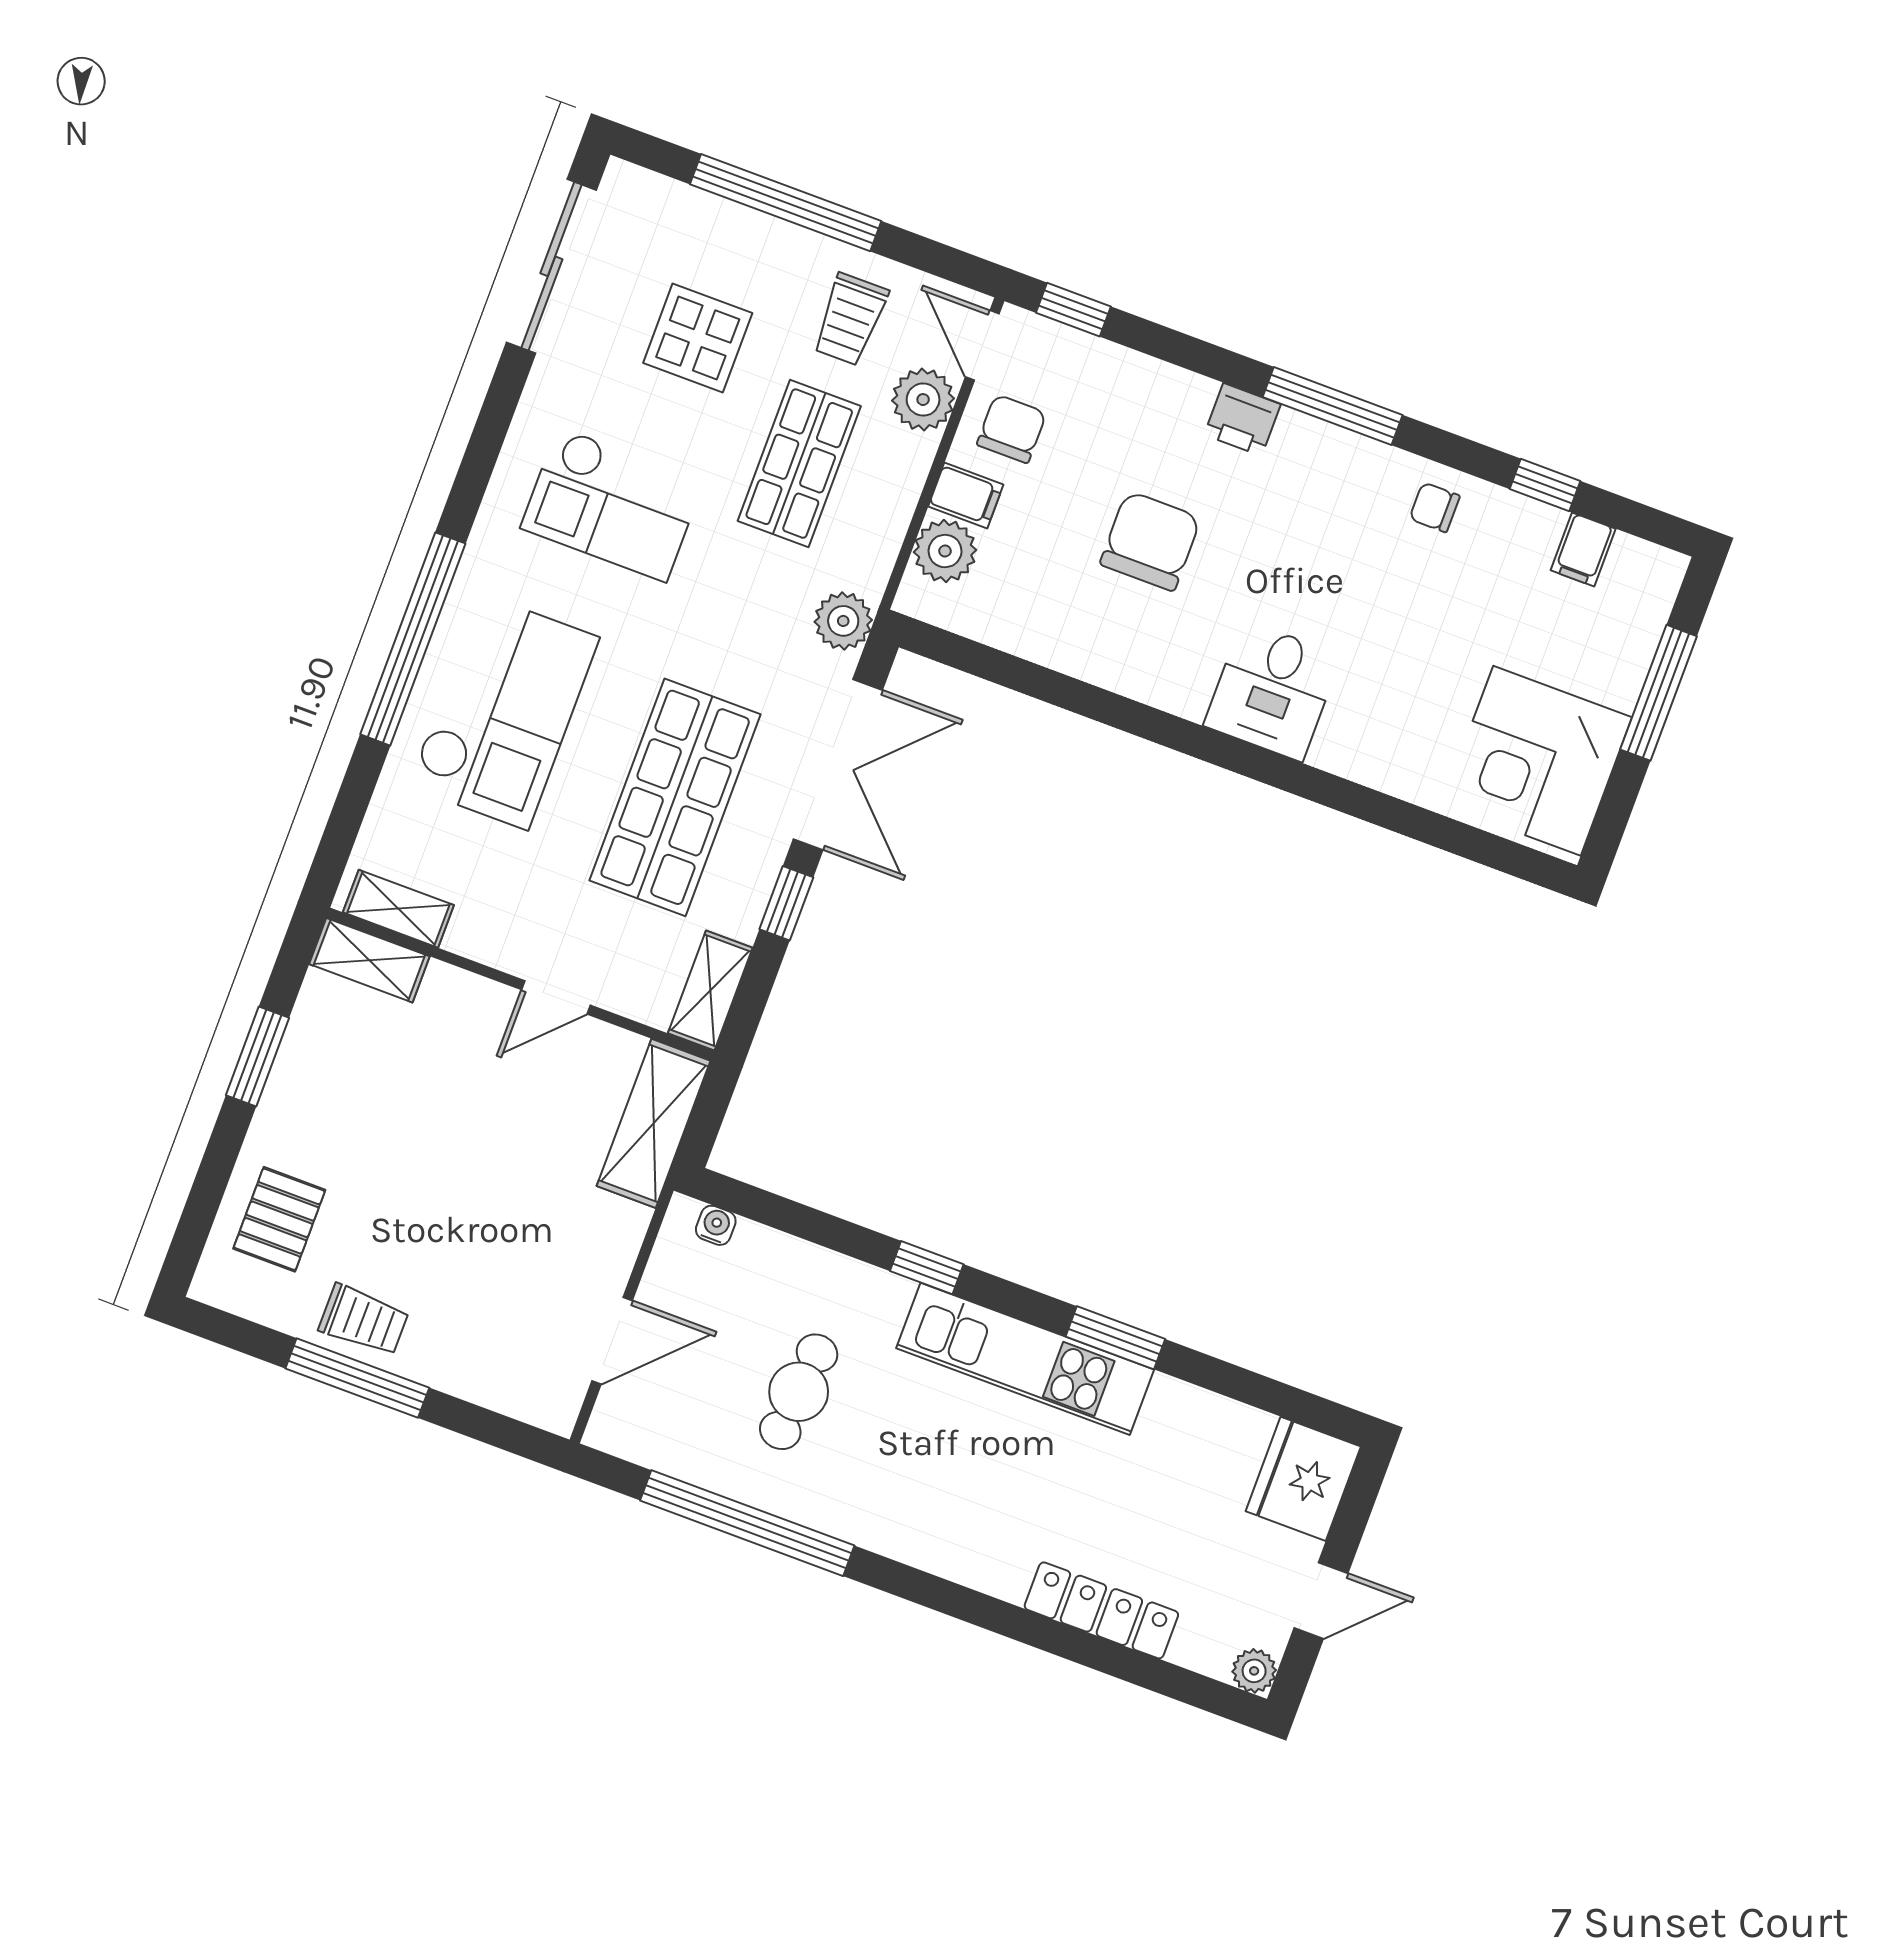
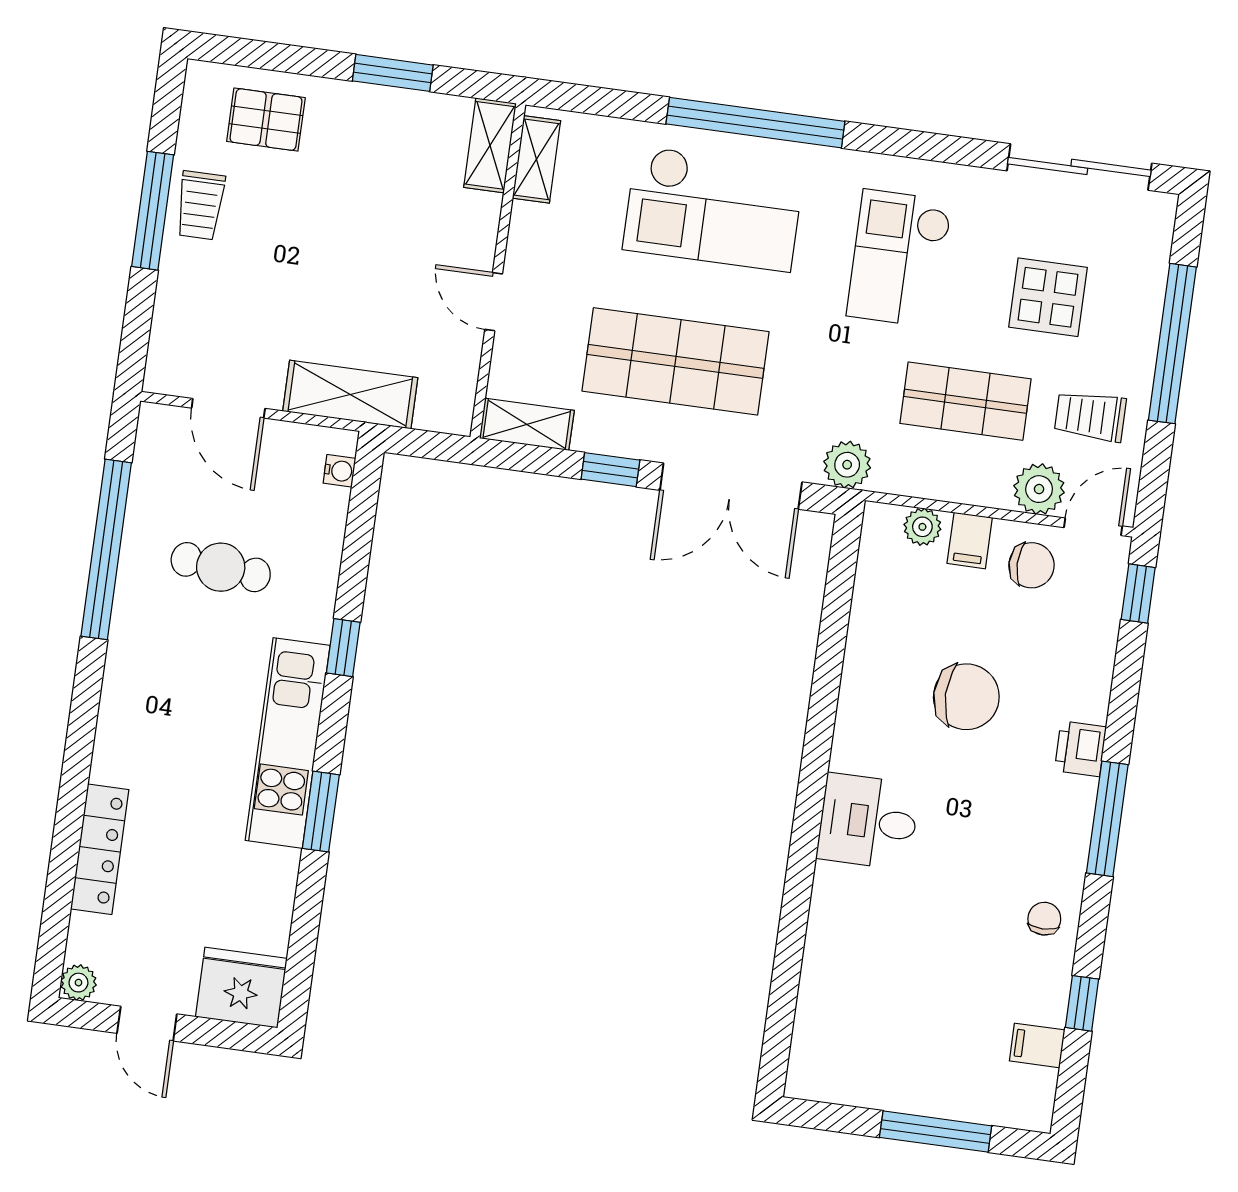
plant: (945, 551) -> (922, 527), width x0.73, depth x0.73
corner desk: (1537, 761) -> (859, 1046), removed
shelving: (654, 1123) -> (350, 394), moved

